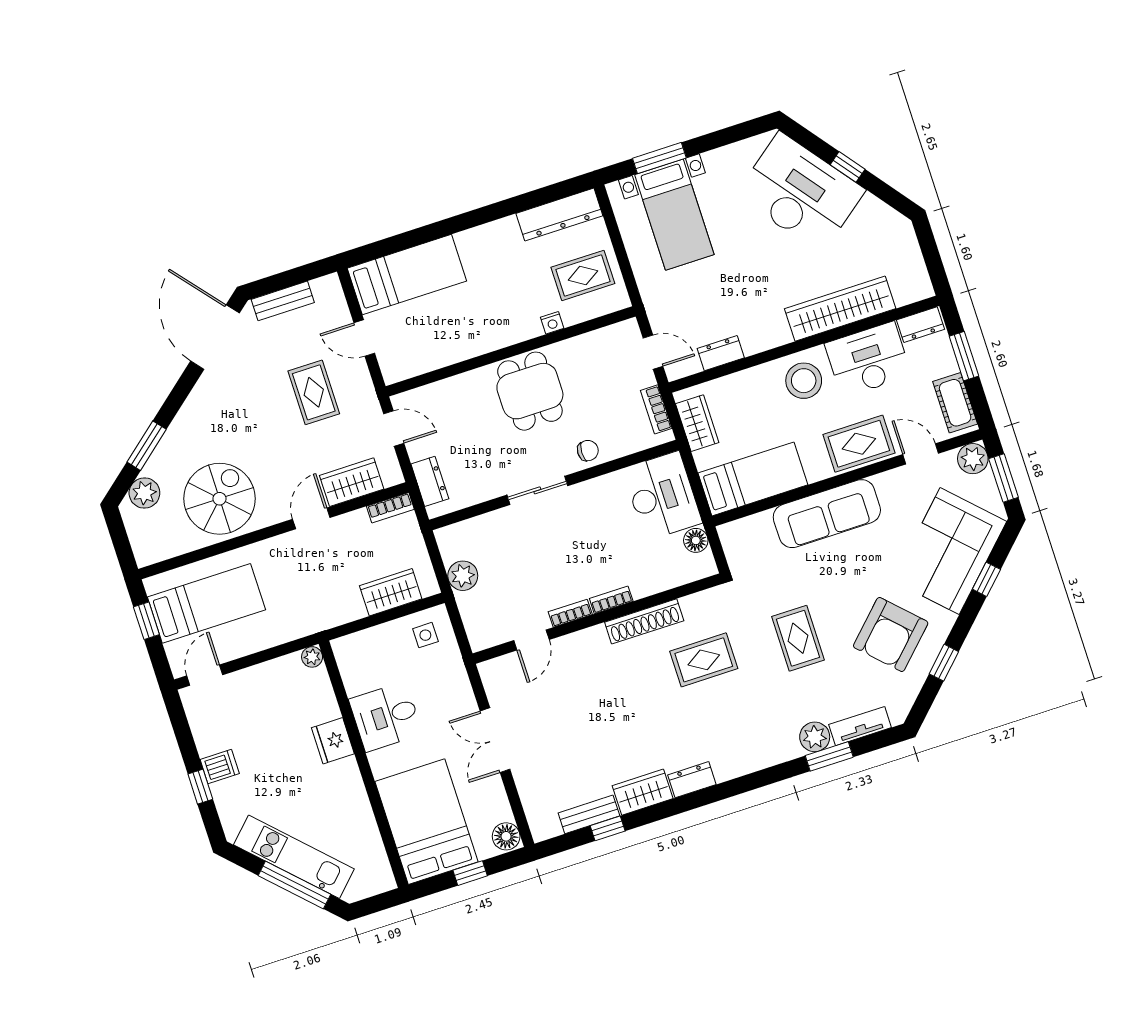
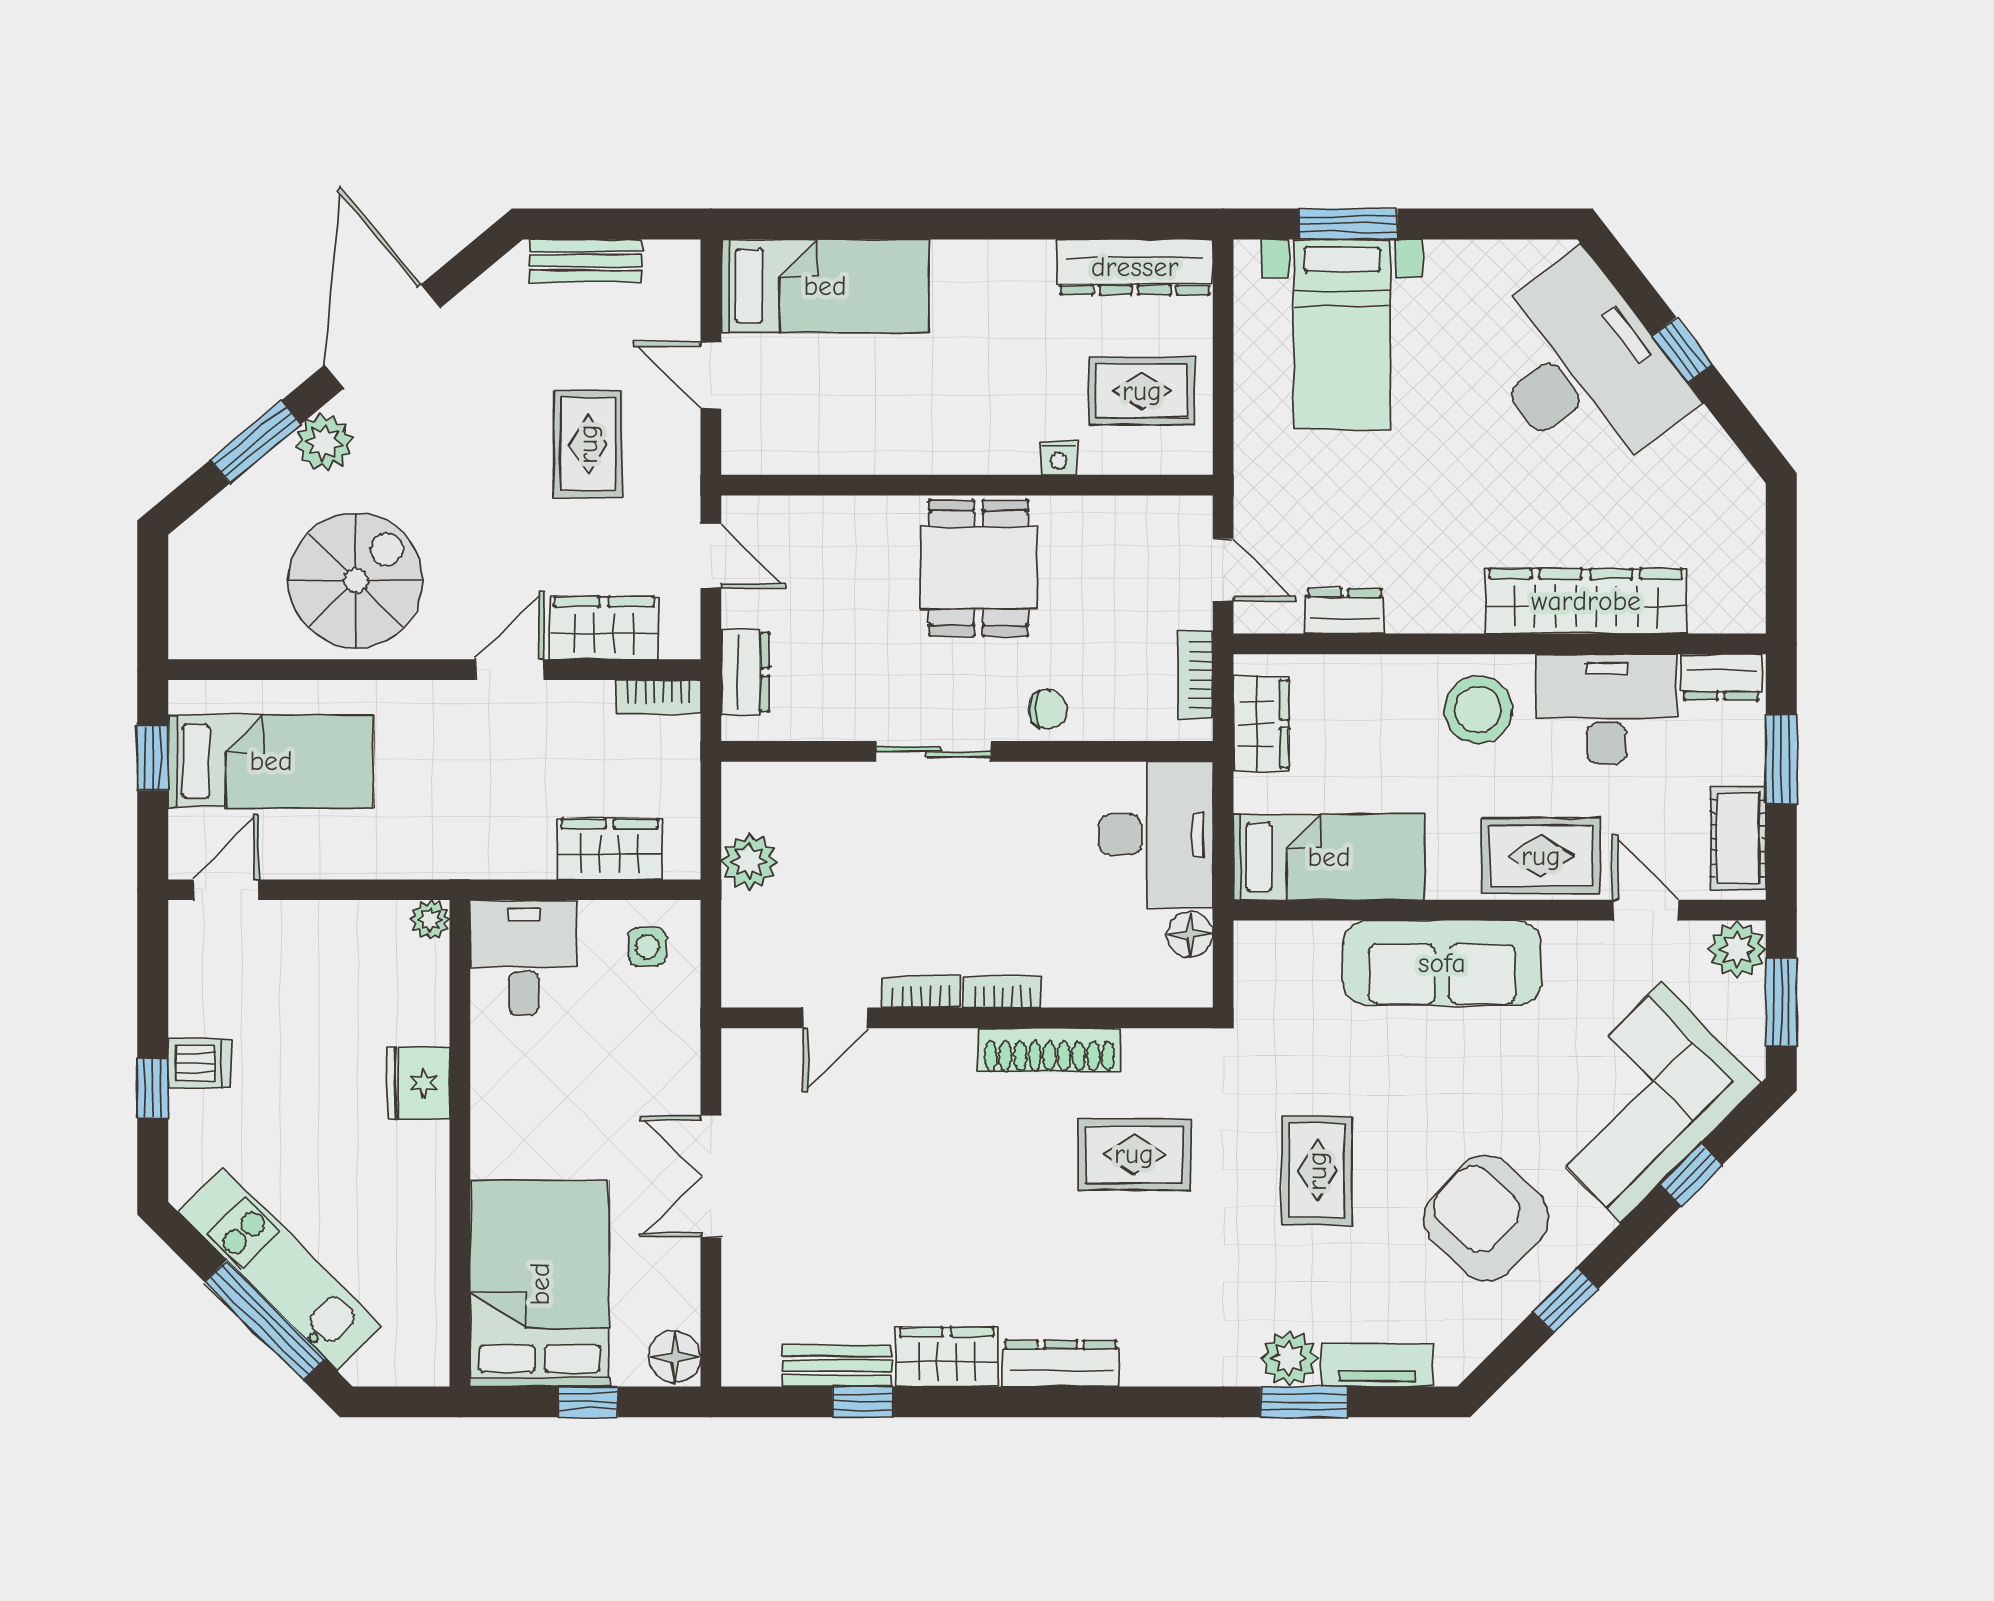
door: (215, 337) -> (383, 336), moved
plant: (144, 493) -> (324, 443), moved
armchair: (891, 635) -> (1486, 1218), turned 89
desk: (386, 717) -> (524, 958), moved, turned 90
dresser: (692, 780) -> (1061, 1363), width x1.44

